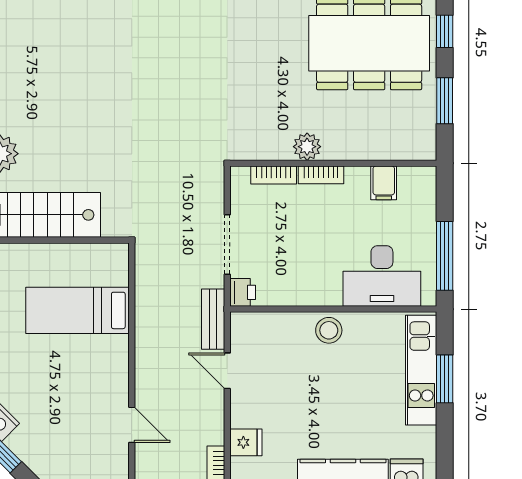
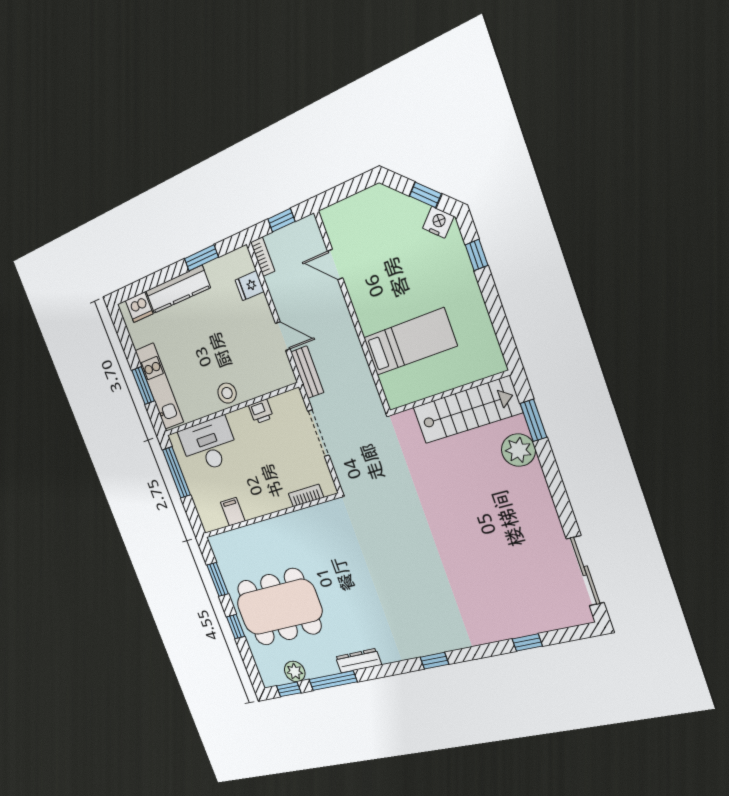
plant: (307, 147) -> (291, 523), removed
bookcase: (321, 175) -> (275, 505), removed
printer: (243, 292) -> (261, 411), moved, turned -90

